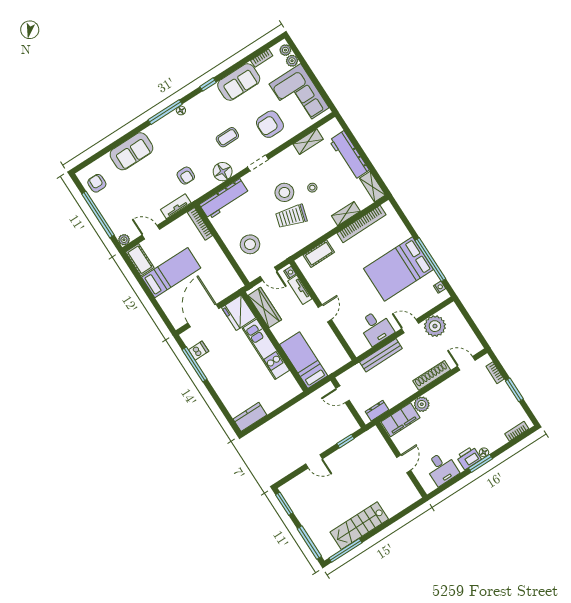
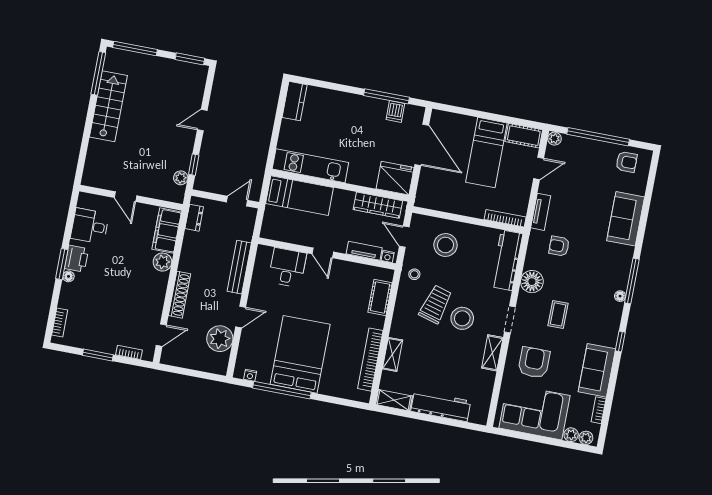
shelving: (308, 142) -> (492, 353), moved
stool: (312, 188) -> (414, 274), moved
door: (268, 274) -> (404, 237), hinge flipped
desk: (376, 327) -> (287, 267), moved, turned 90
kitchen unit: (266, 349) -> (310, 166), moved
plant: (361, 441) -> (181, 178), added

